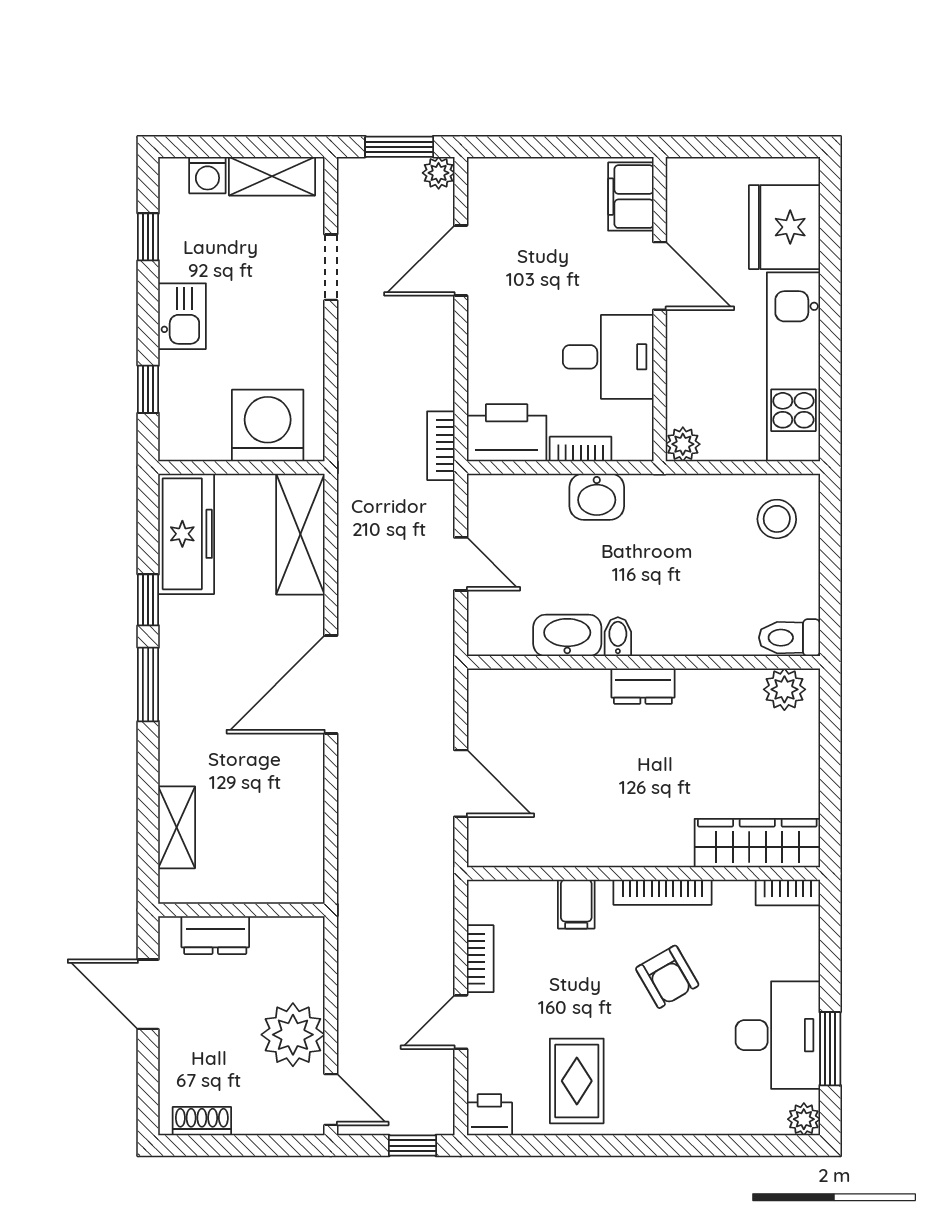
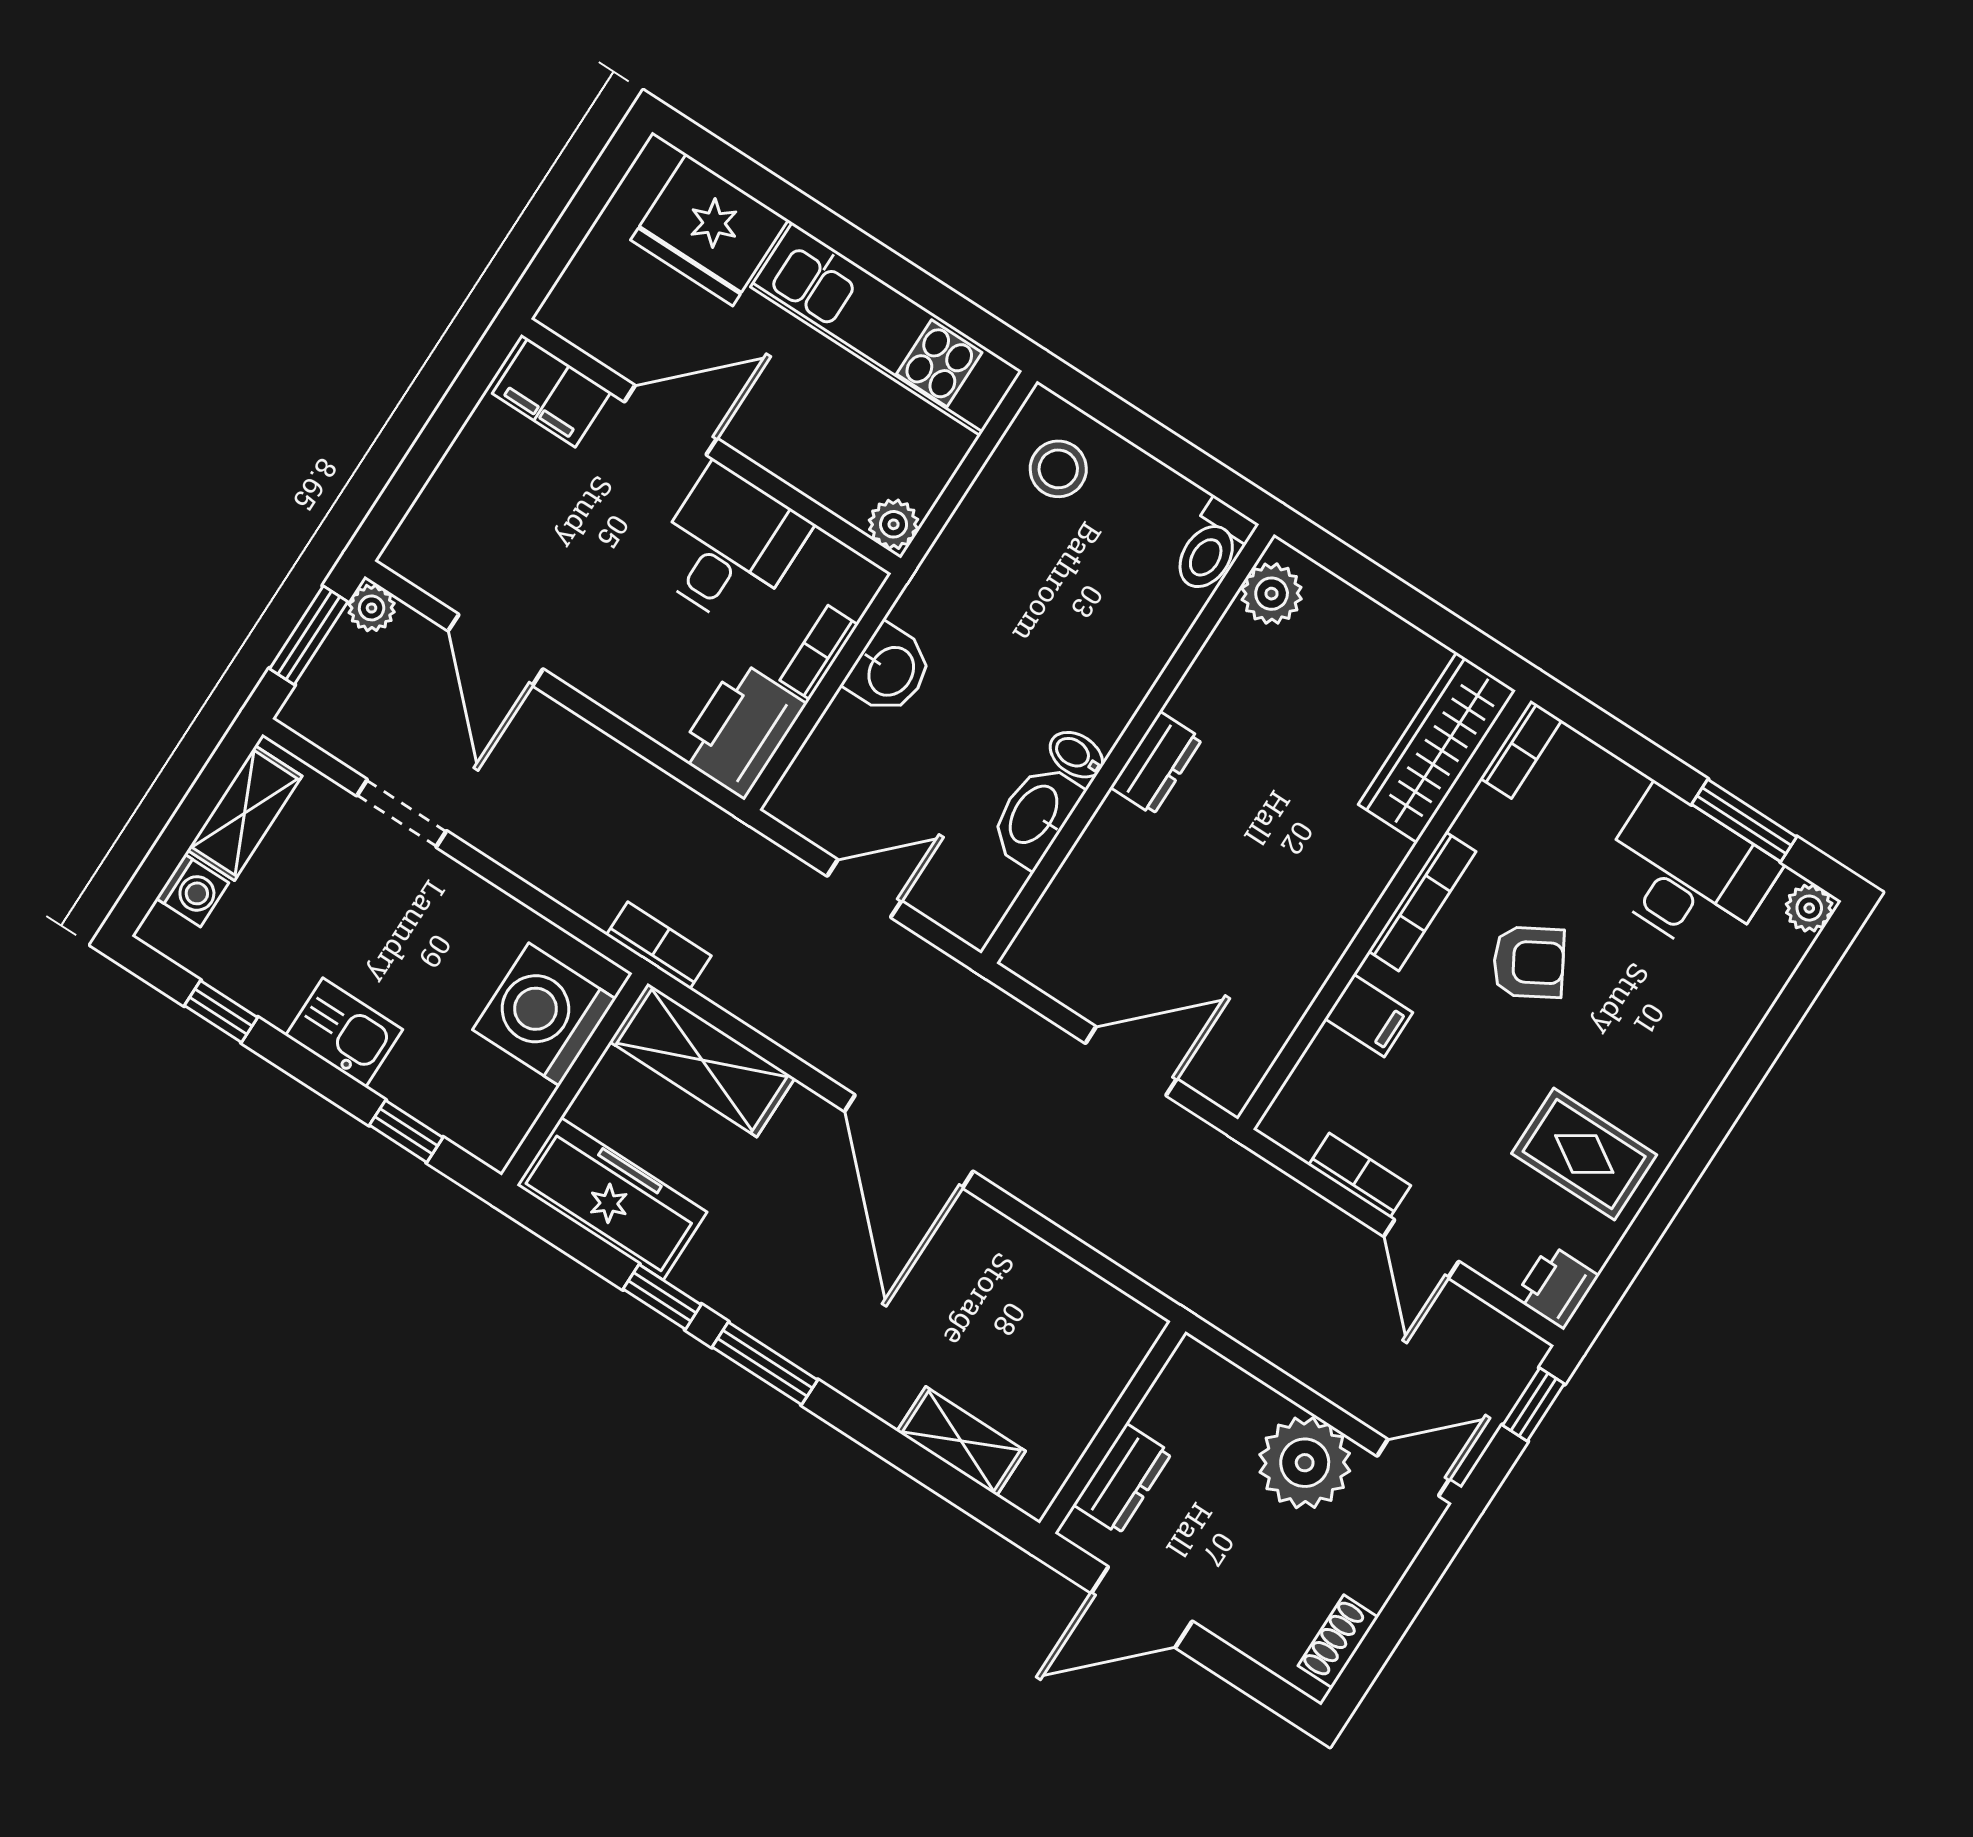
bookcase: (441, 446) -> (659, 945), moved, turned 180

